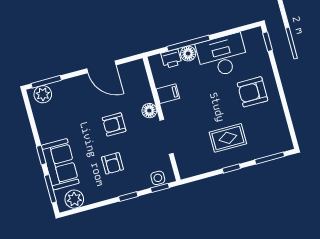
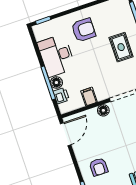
door: (101, 67) -> (66, 134), moved
armchair: (252, 92) -> (84, 30), turned -90
armchair: (114, 124) -> (99, 167), moved

